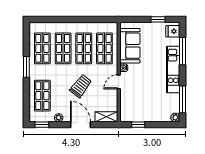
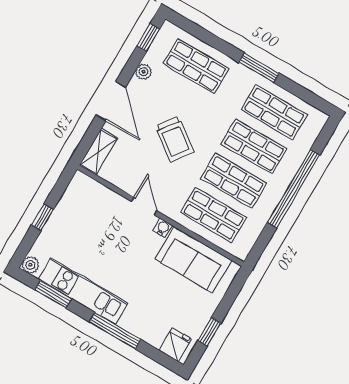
window: (72, 19) -> (294, 189), added
window: (182, 51) -> (115, 331), moved
kitchen unit: (173, 70) -> (83, 291), moved
window: (182, 99) -> (53, 294), width x0.69
door: (80, 125) -> (111, 101), hinge flipped
window: (138, 125) -> (42, 217), moved

